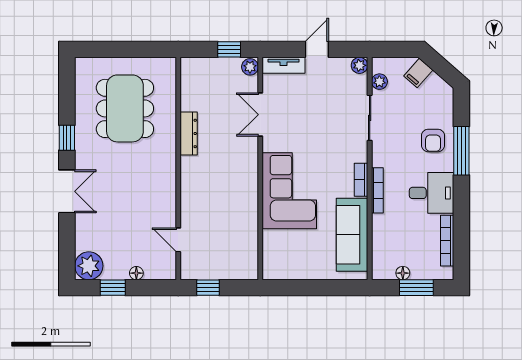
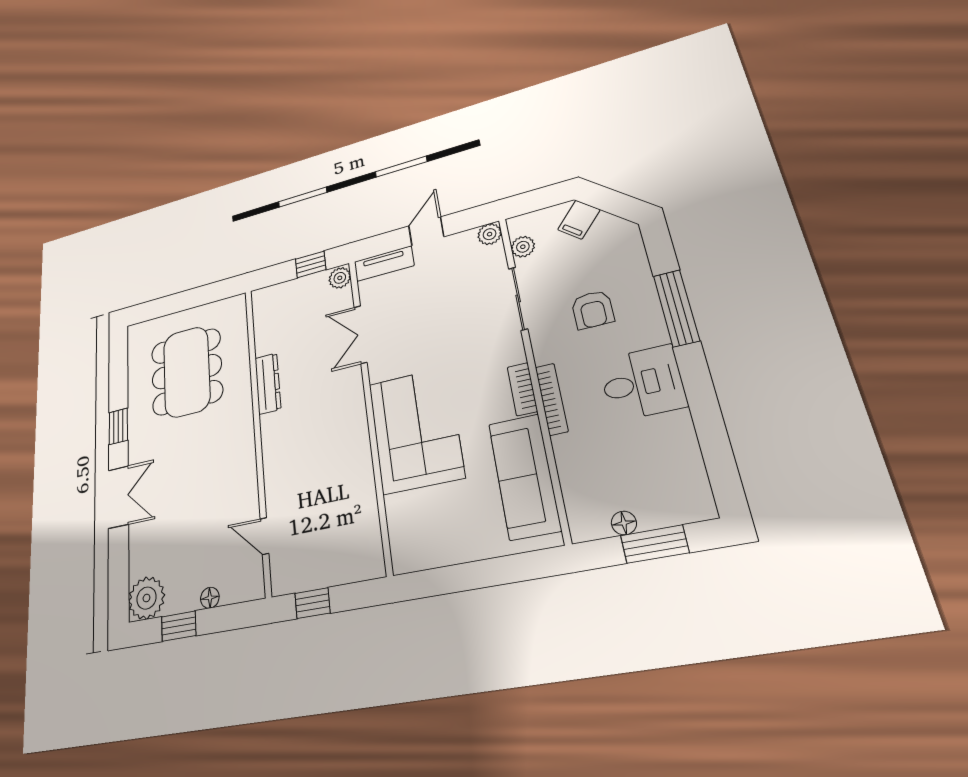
armchair: (433, 140) -> (593, 310), moved
bookcase: (447, 241) -> (690, 453), removed

